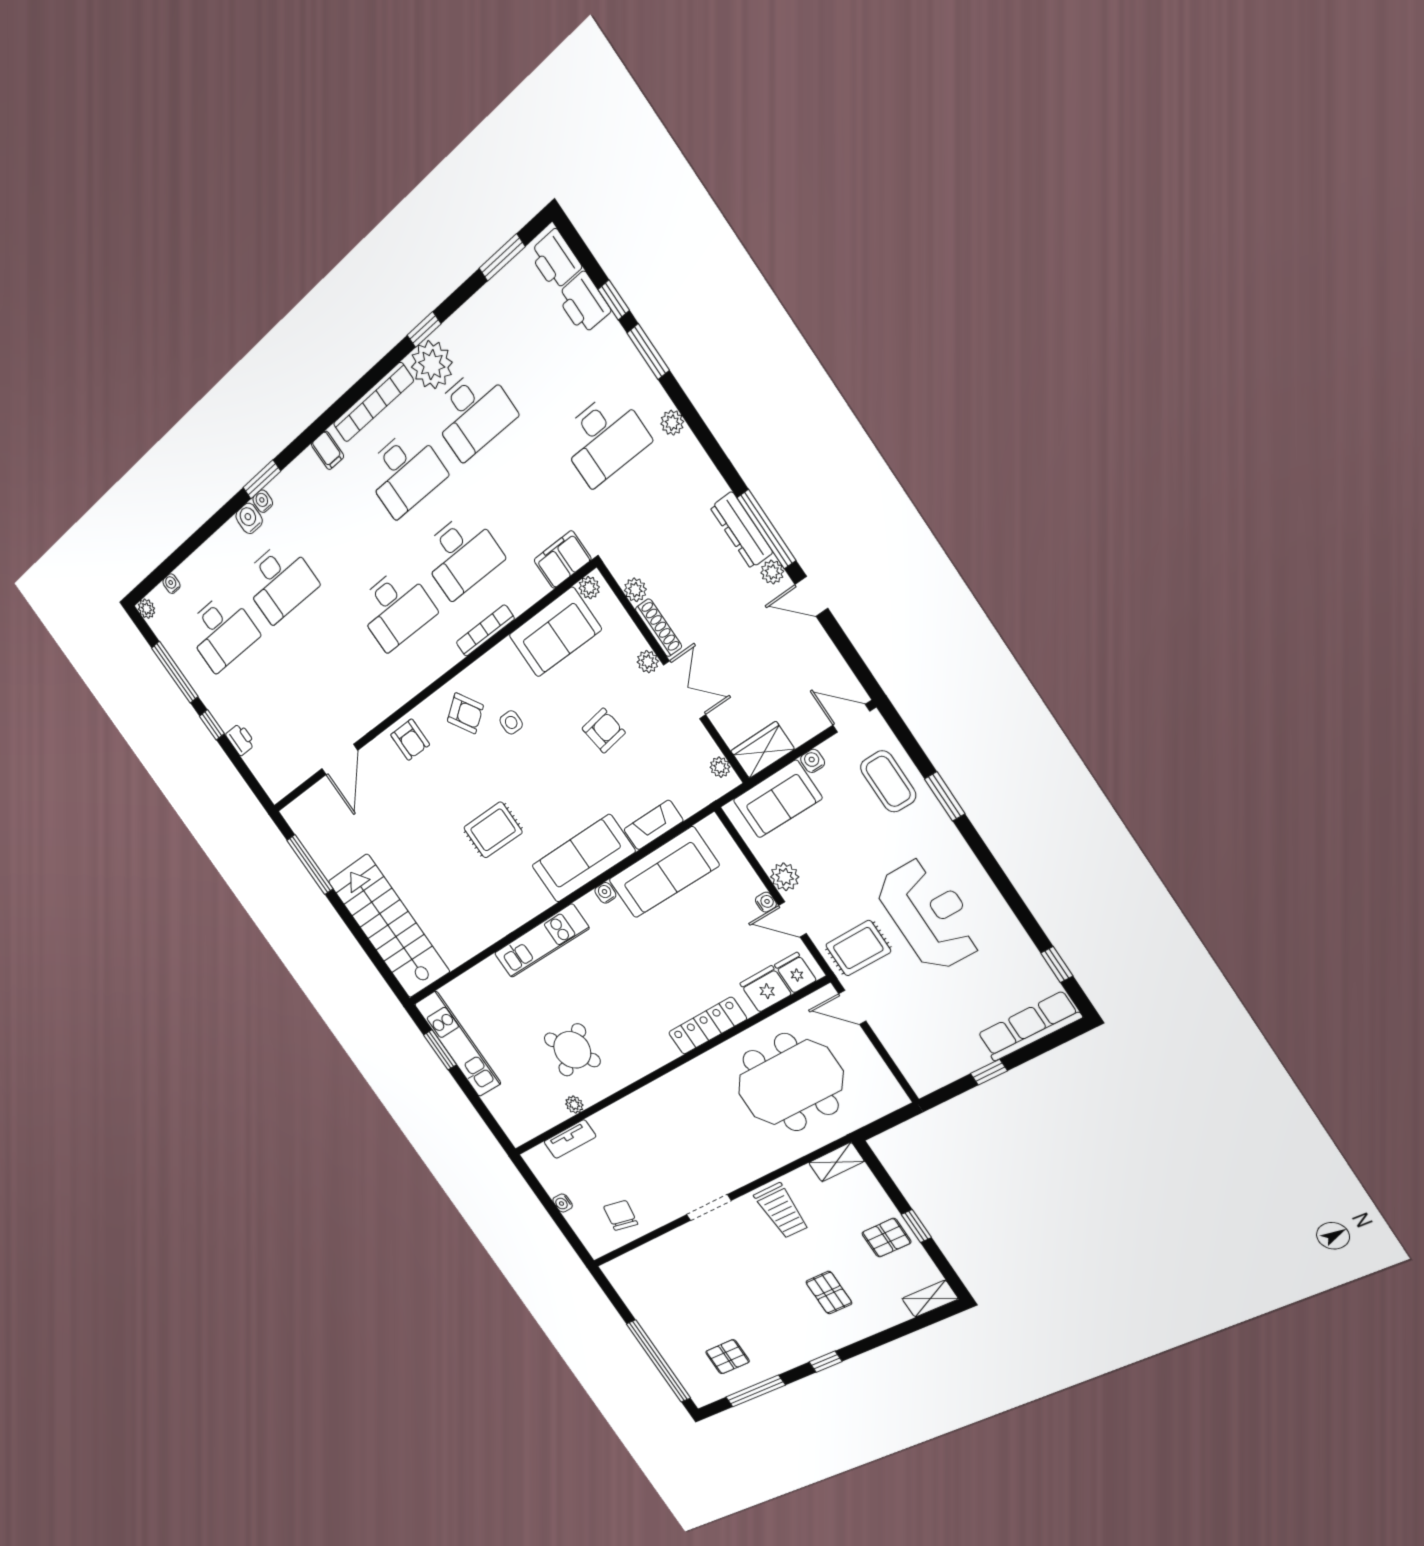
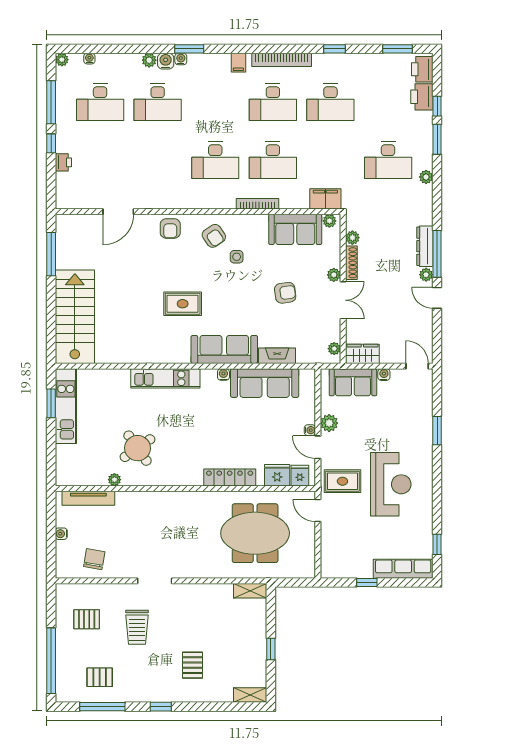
plant: (432, 365) -> (149, 60), moved, width x0.53, depth x0.53
coffee table: (888, 781) -> (415, 407), removed
tv unit: (570, 1139) -> (88, 498), width x1.41
trolley: (782, 1211) -> (137, 627), moved
pallet: (886, 1238) -> (87, 619), moved

